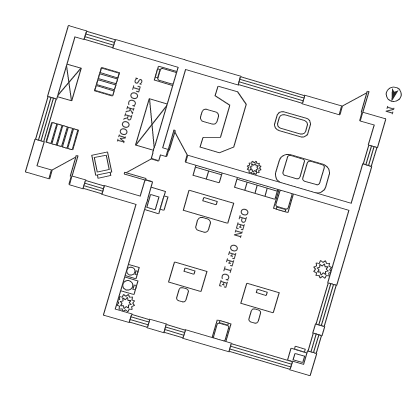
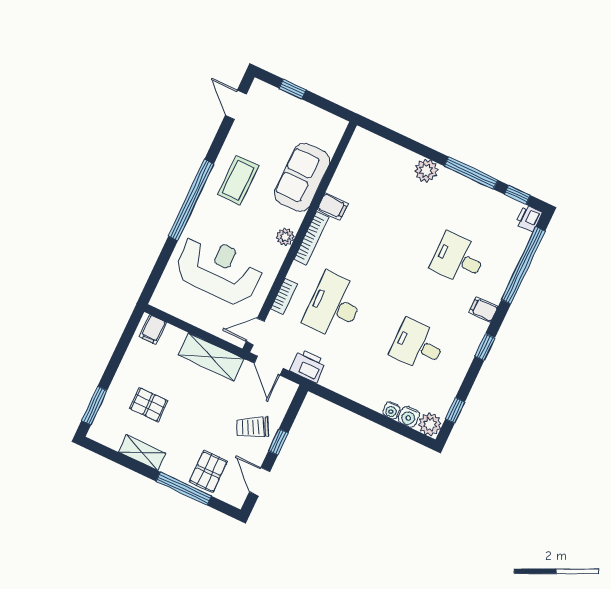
reception desk: (221, 120) -> (219, 270), turned 180
window: (175, 331) -> (485, 347), moved

